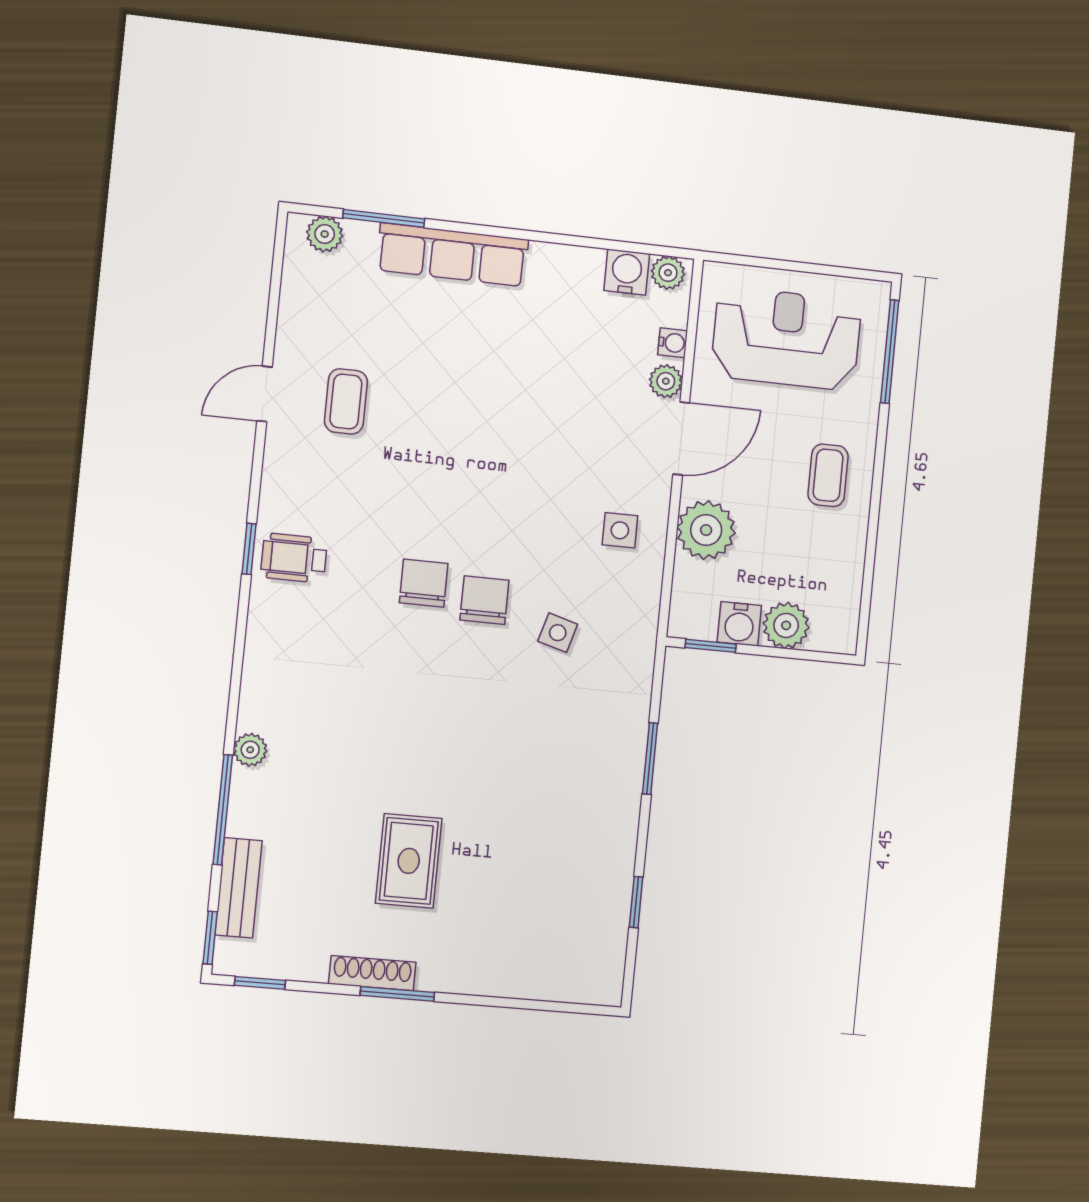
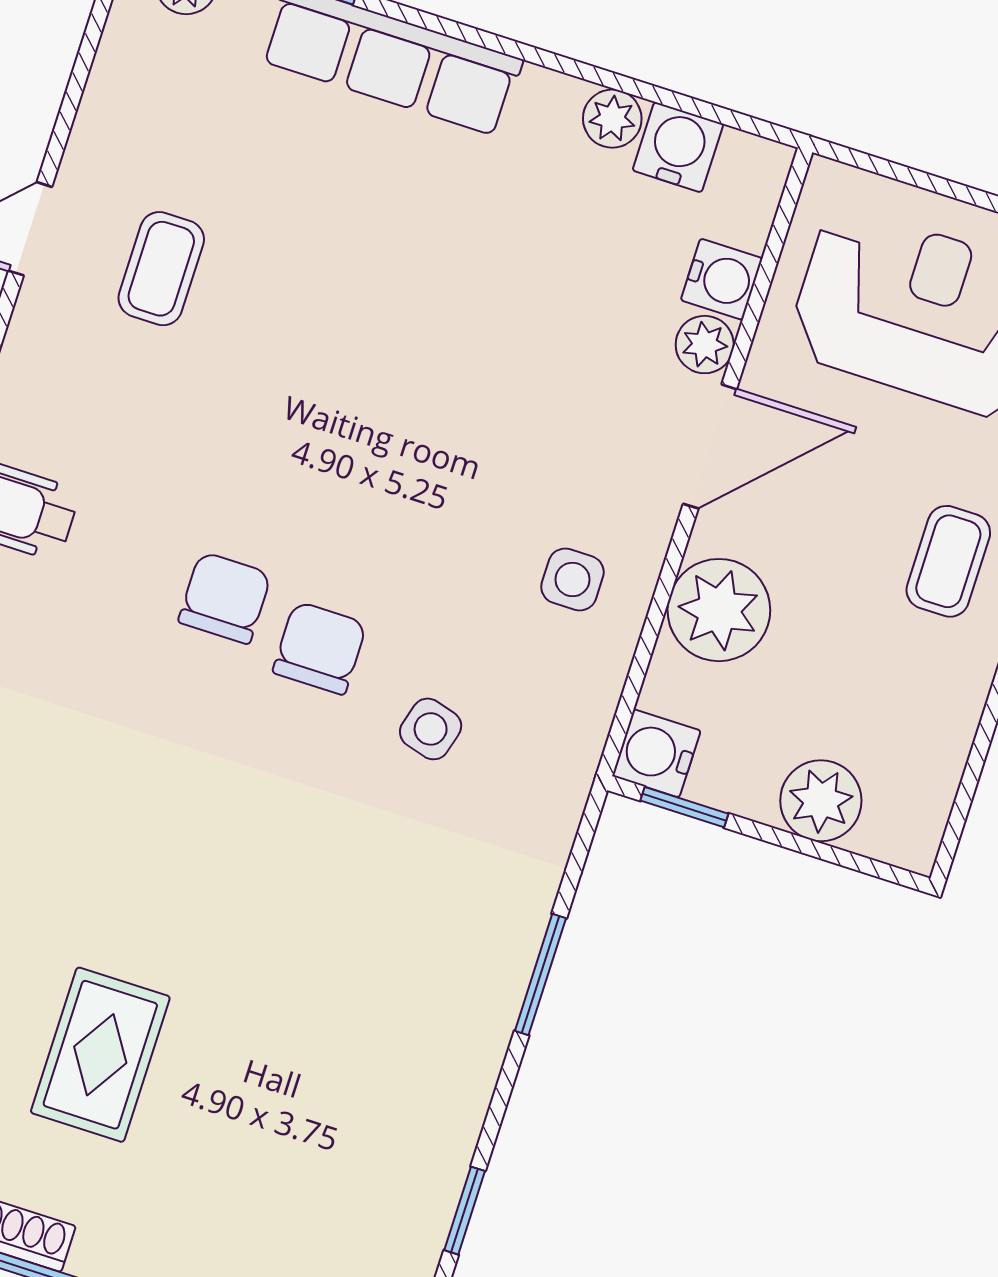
plant: (668, 273) -> (612, 119), moved
water cooler: (673, 343) -> (722, 279), width x1.38, depth x1.38
water cooler: (739, 624) -> (656, 753), moved, turned 90

